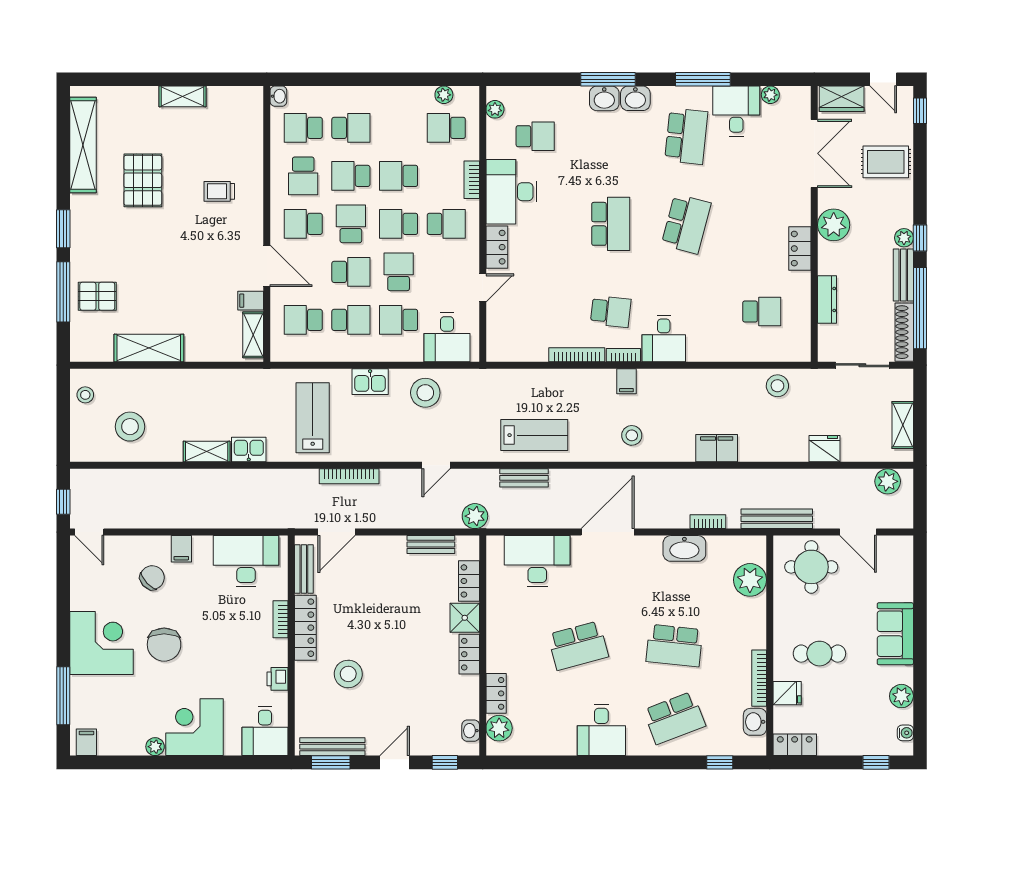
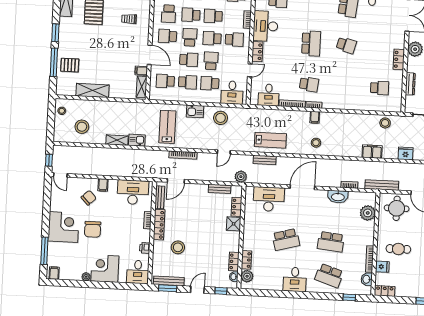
school desk: (686, 224) -> (346, 45), width x0.54
desk: (664, 338) -> (269, 95), moved
filing cabinet: (717, 448) -> (372, 151), moved
locker: (469, 654) -> (234, 262), moved
school desk: (674, 718) -> (329, 276), turned 39

